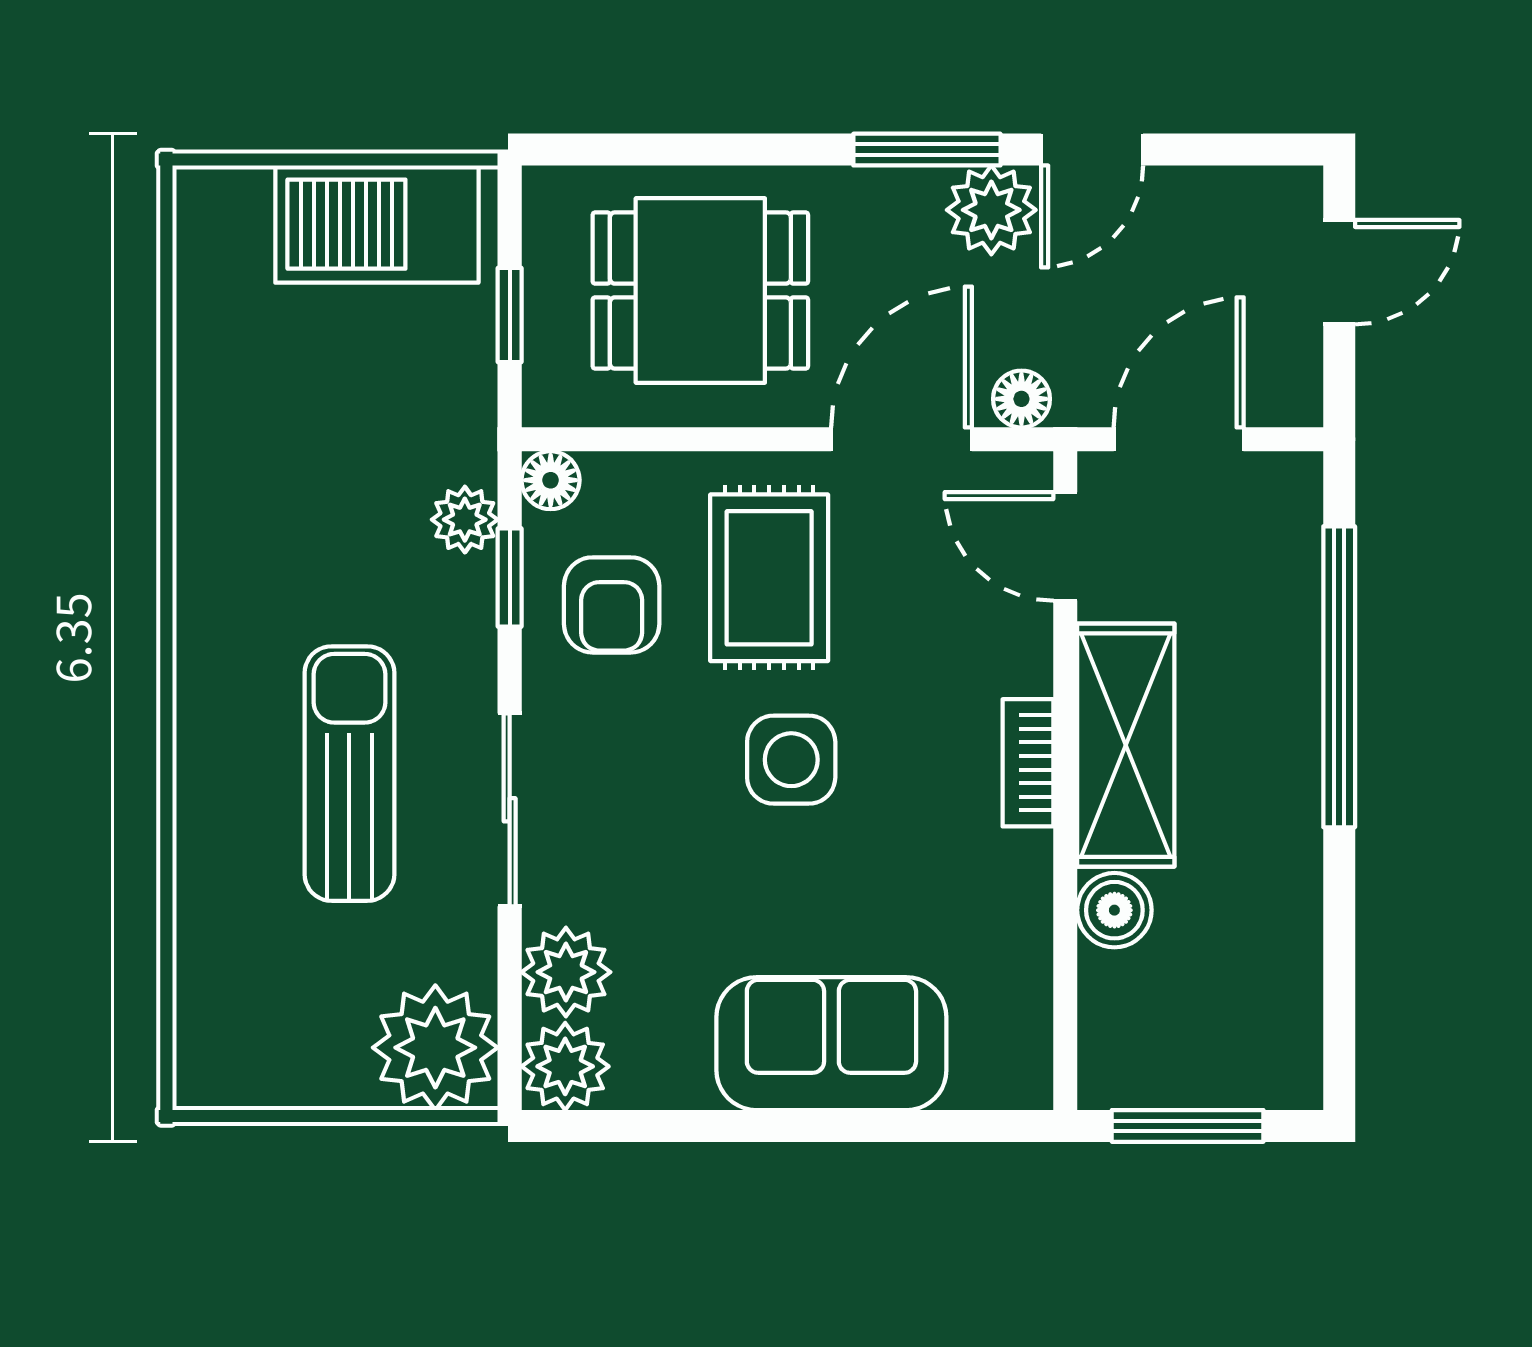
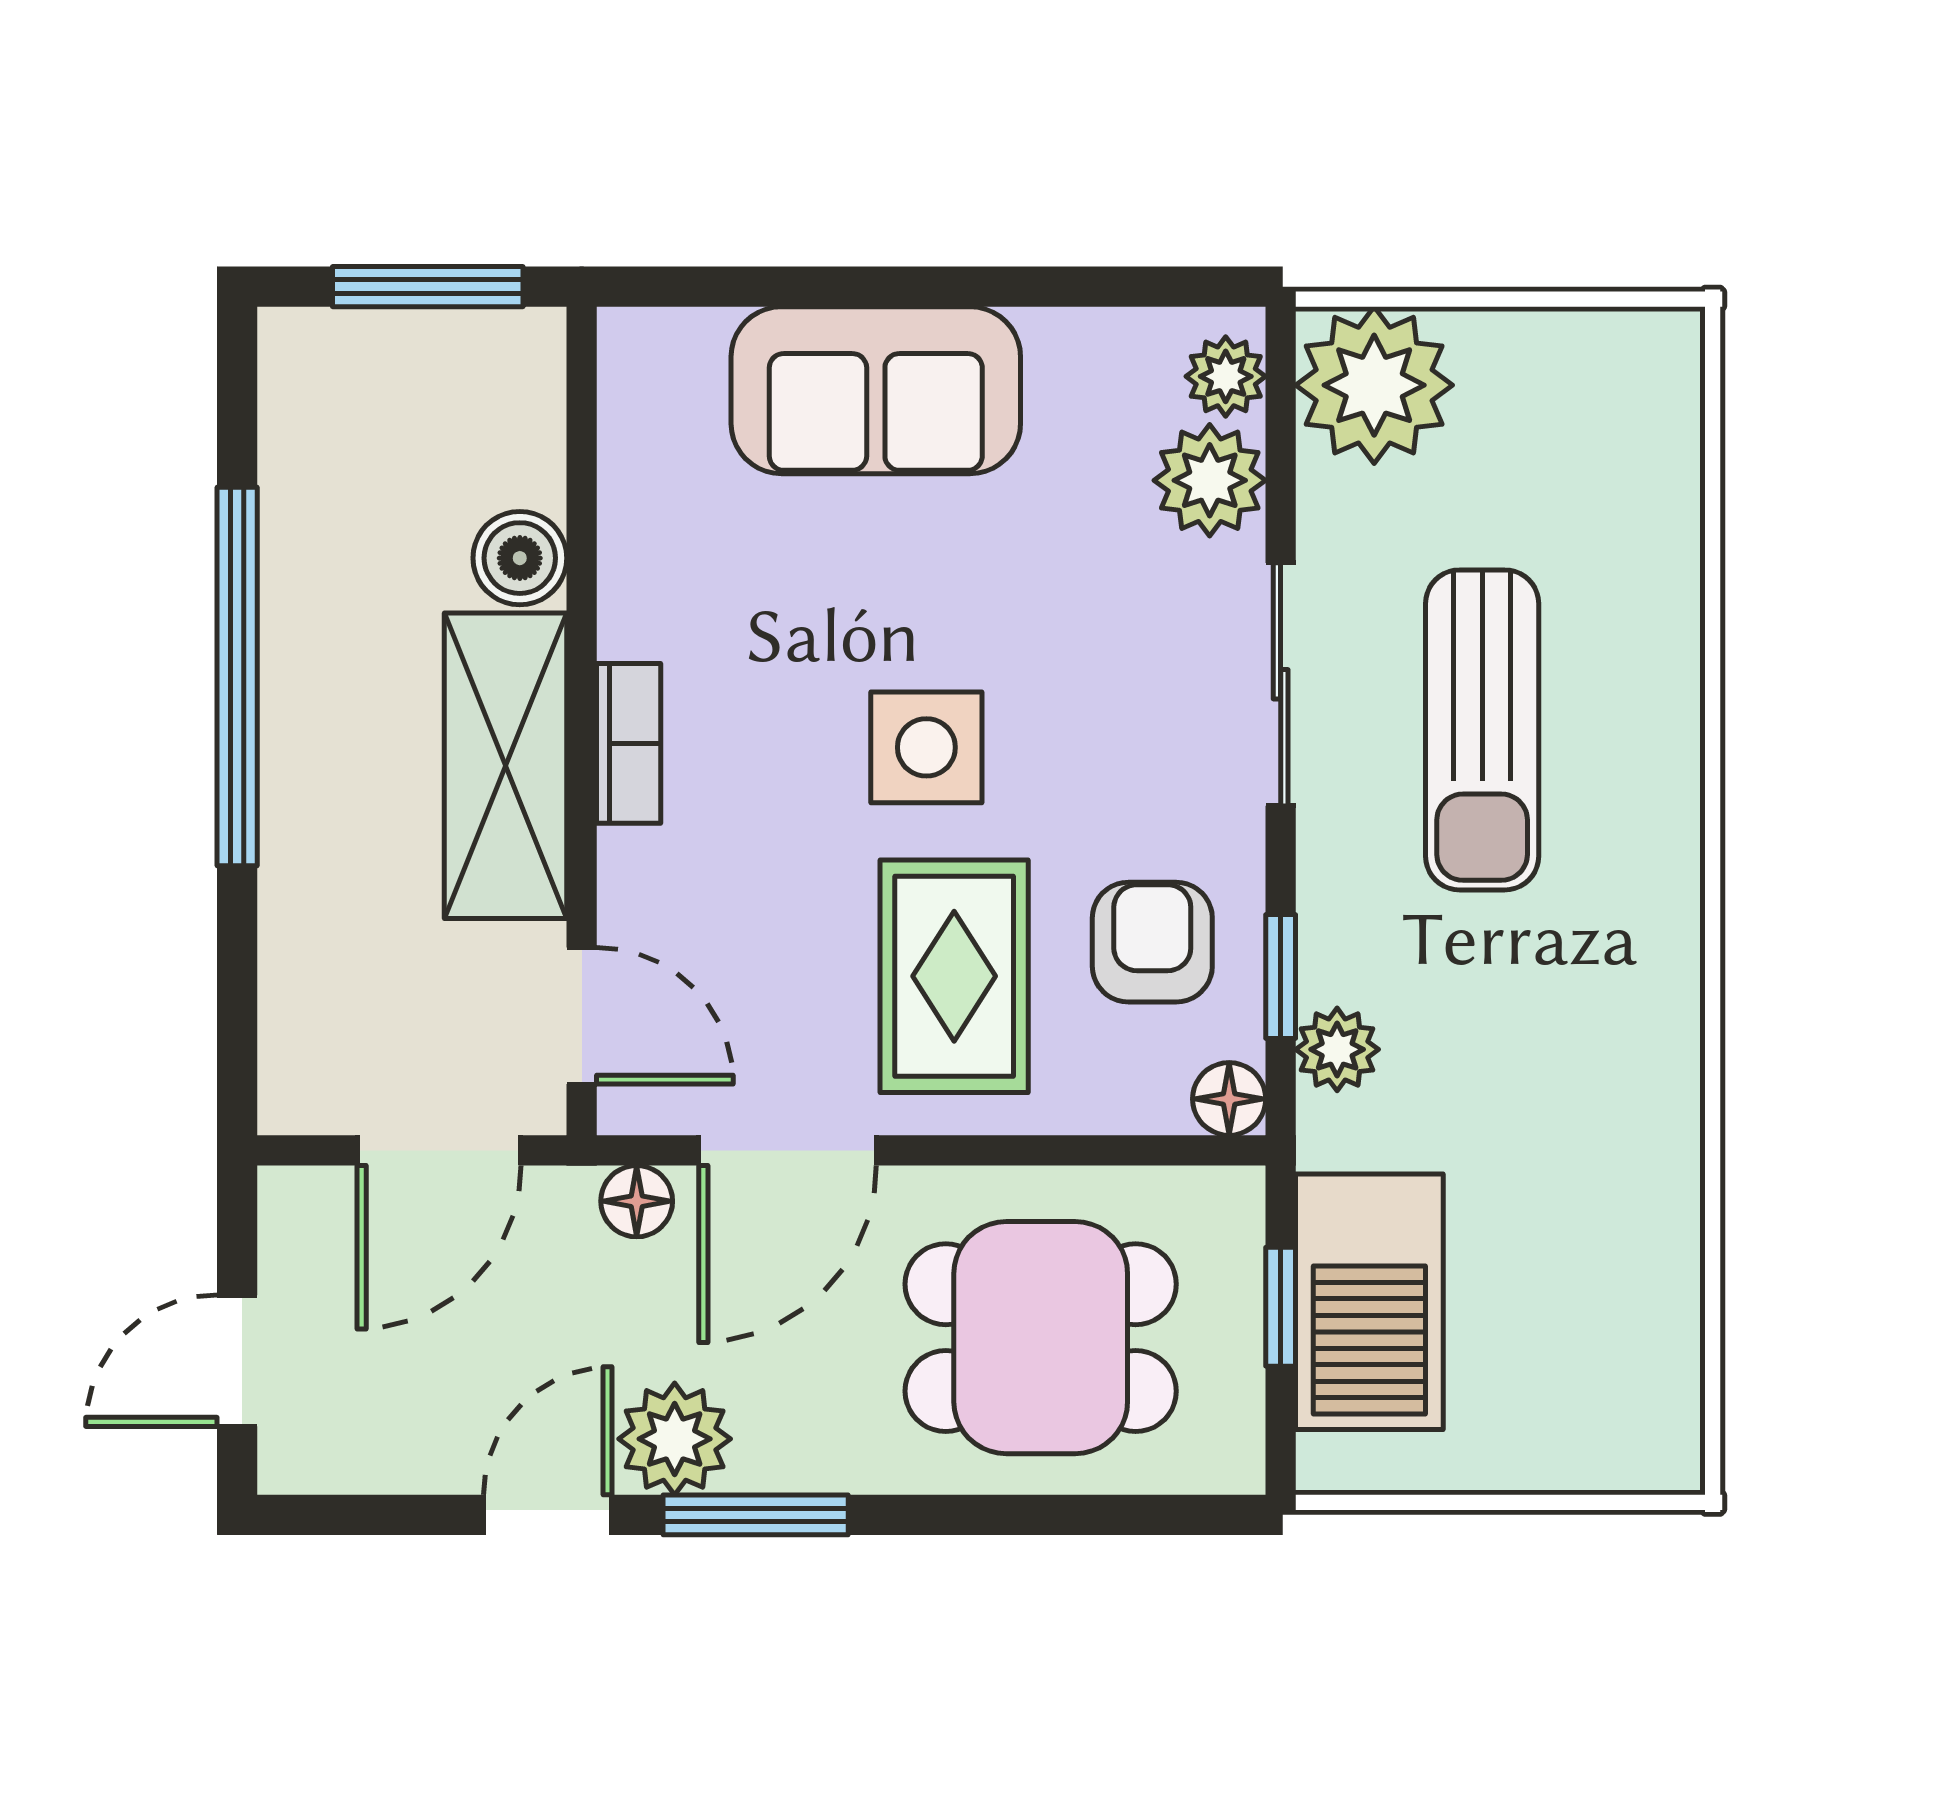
barbecue: (377, 224) -> (1369, 1302), moved, turned 90
window: (1339, 677) -> (237, 677), moved
plant: (565, 1066) -> (1226, 376), width x0.73, depth x0.73

